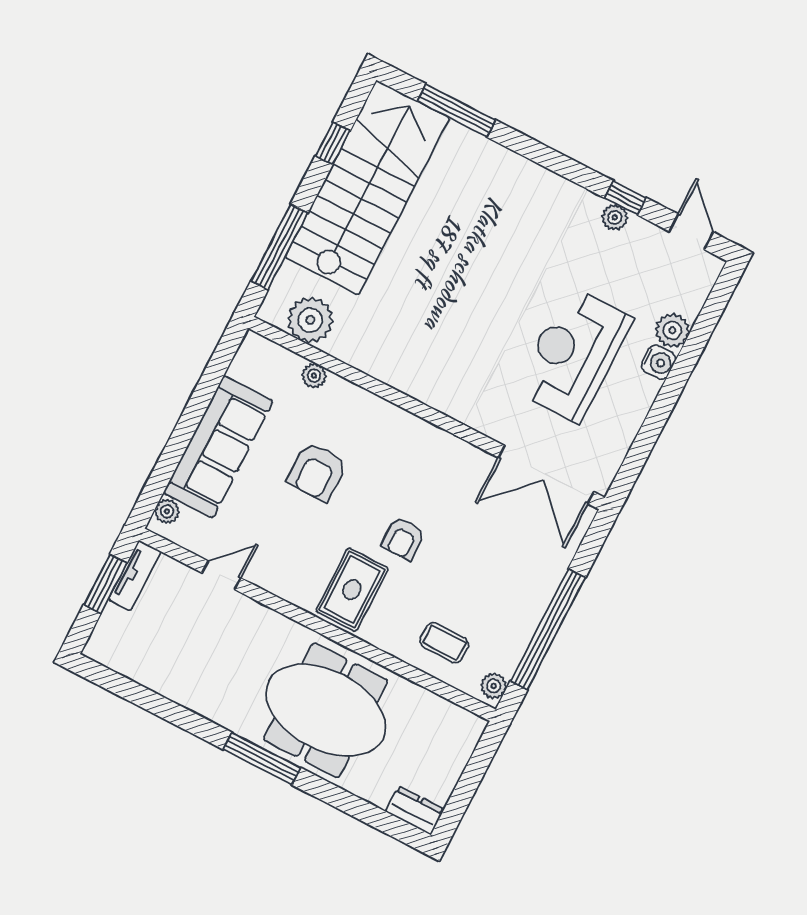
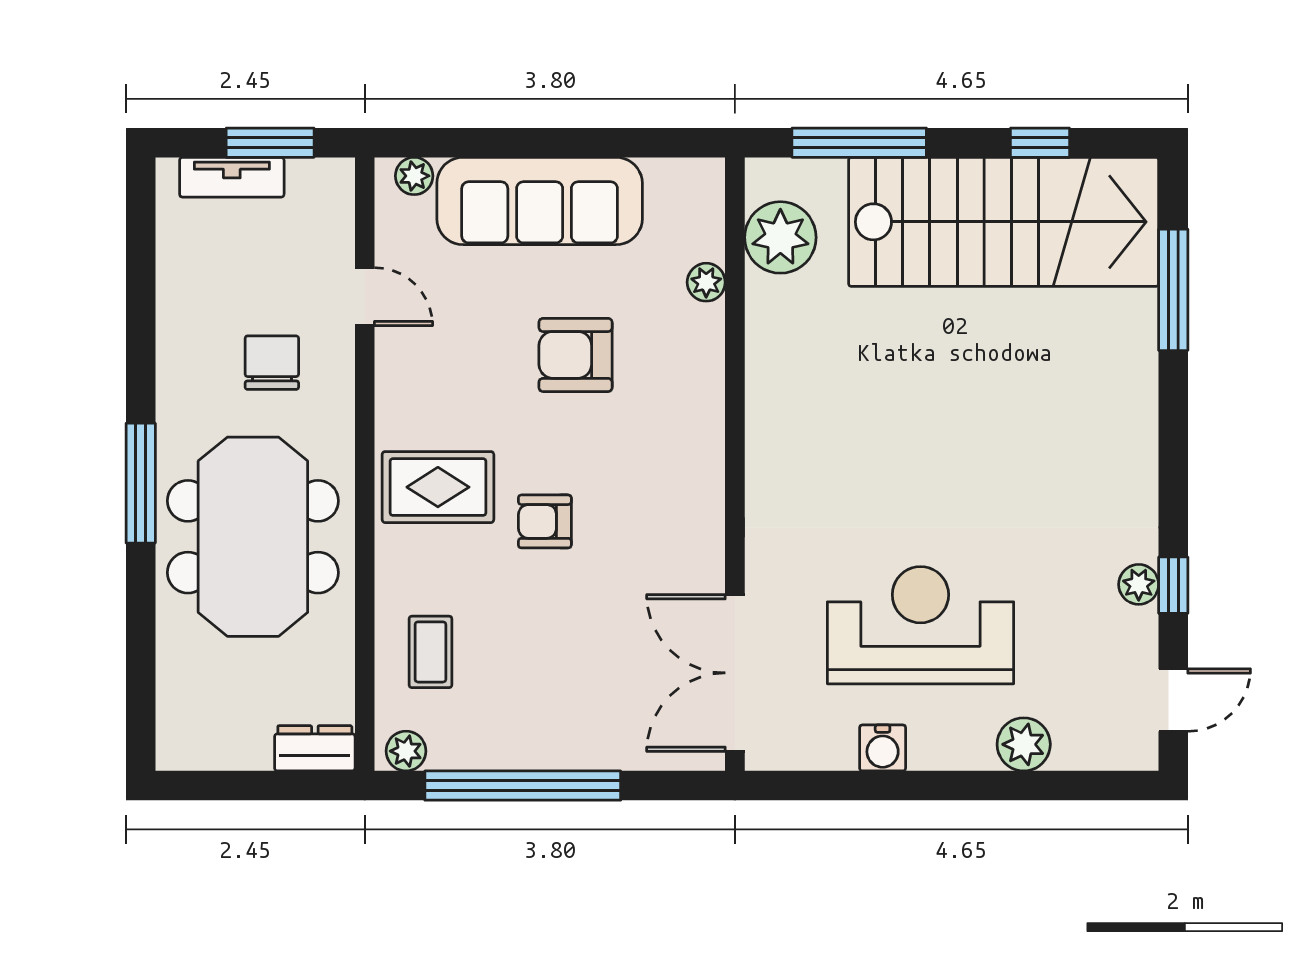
water cooler: (659, 362) -> (883, 748), moved
tv unit: (135, 575) -> (232, 177), moved
chair: (232, 648) -> (272, 363), added
dresser: (415, 810) -> (315, 748), moved, turned -90

